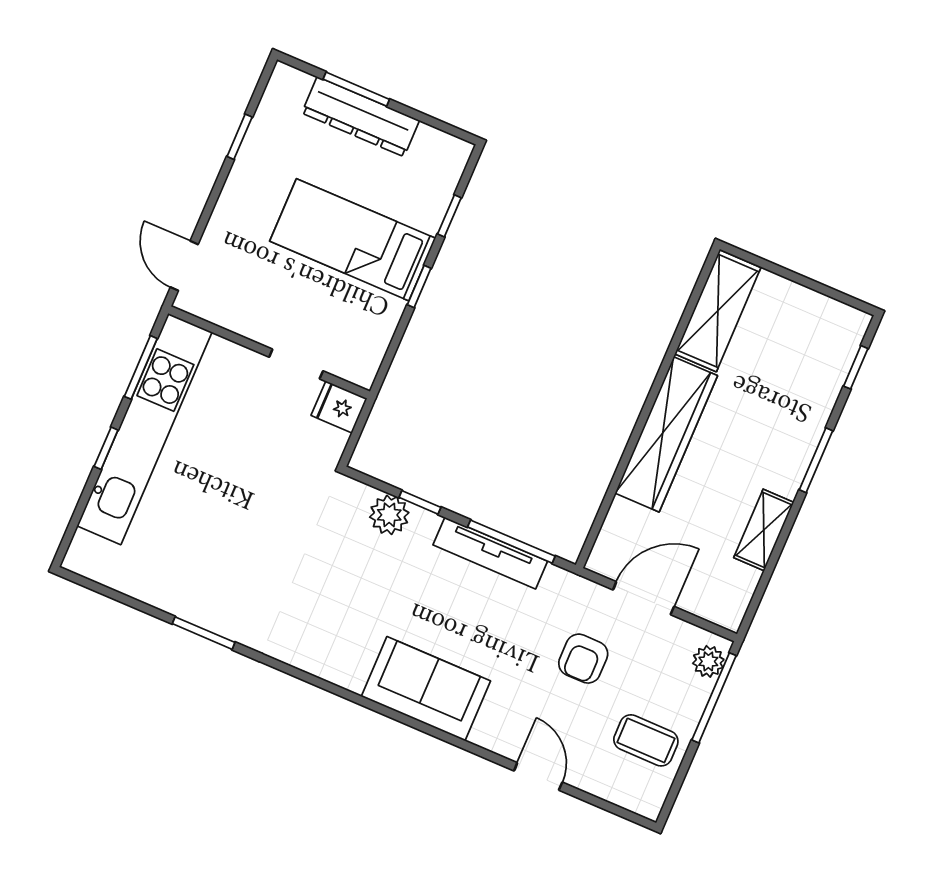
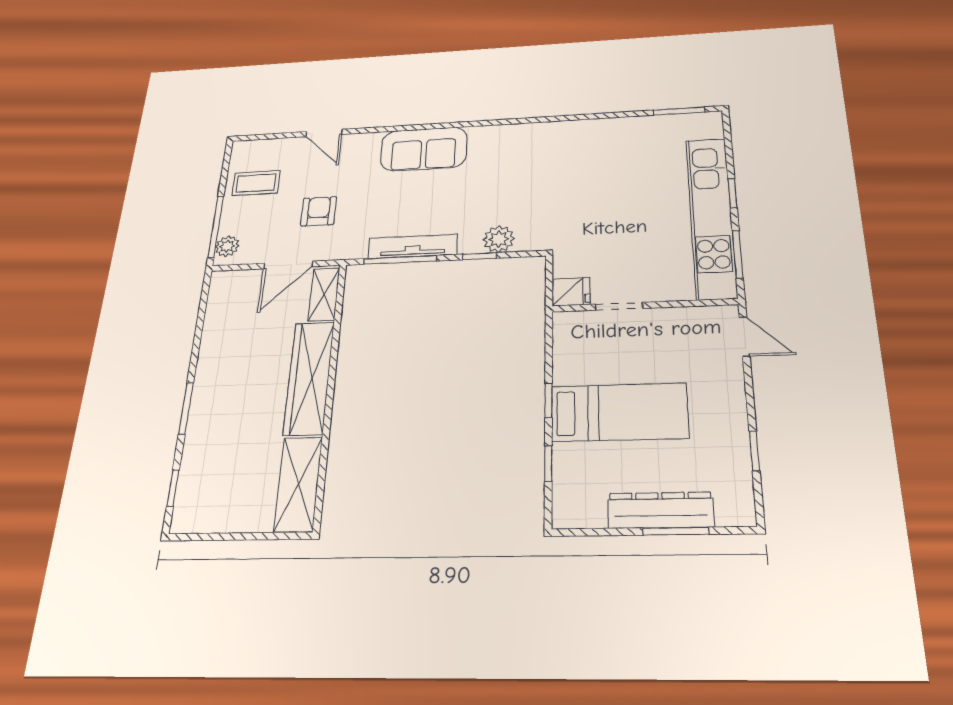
shelving: (764, 530) -> (324, 294), moved
window: (204, 633) -> (679, 111), moved

